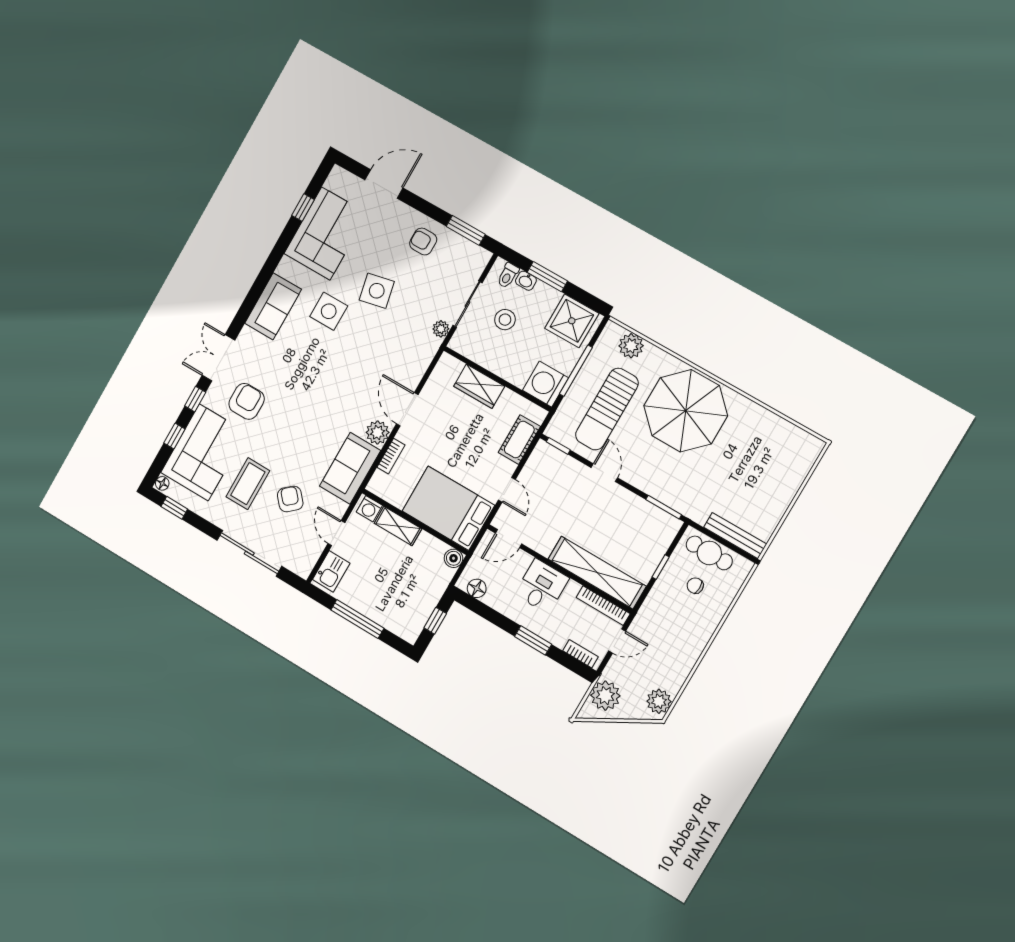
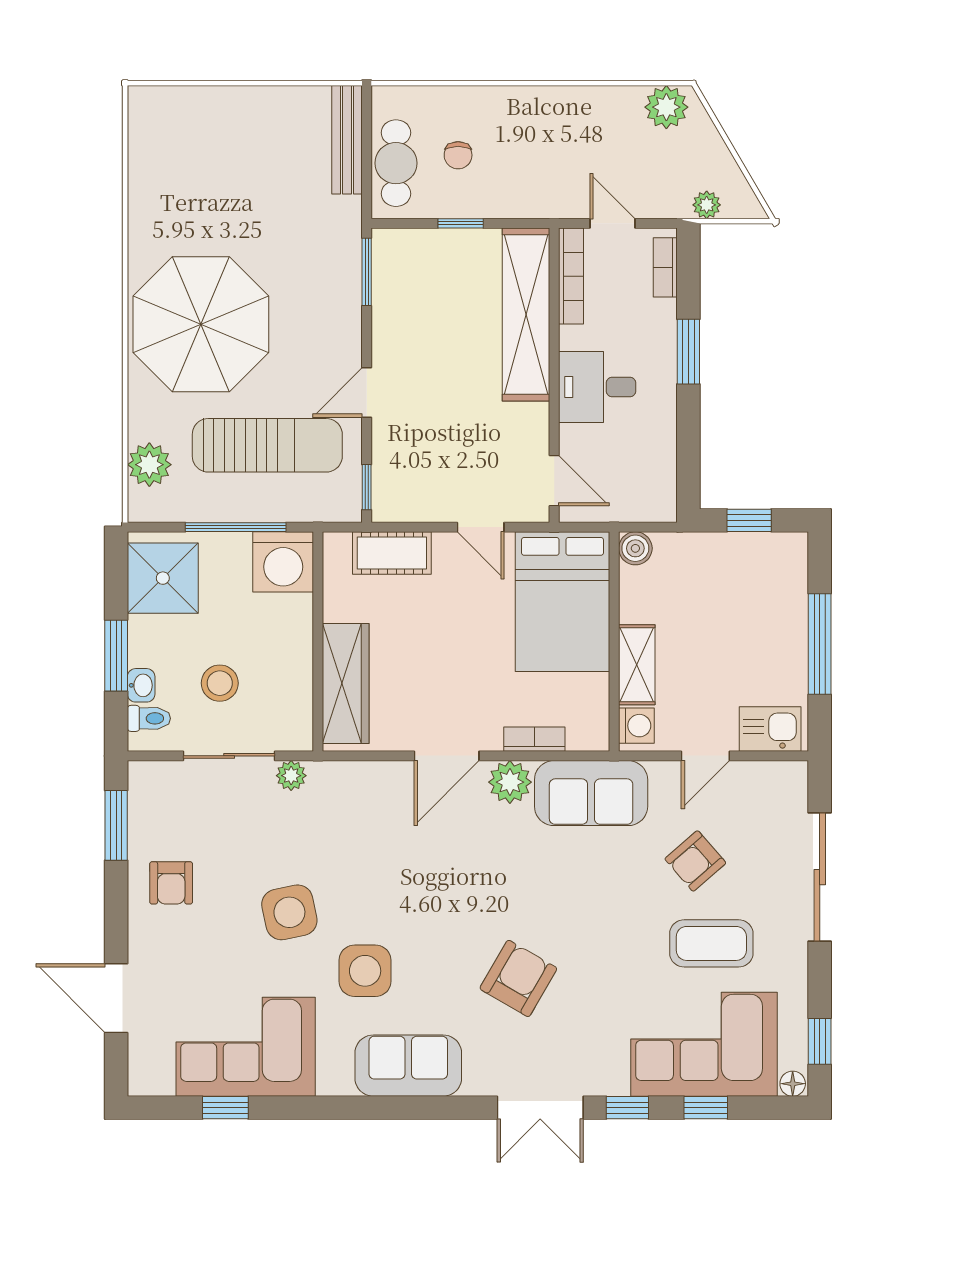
wardrobe: (479, 386) -> (346, 683), width x1.50
armchair: (247, 401) -> (518, 978), moved, turned 120
door: (507, 490) -> (481, 527), swing flipped
floor lamp: (477, 588) -> (660, 485), removed
plant: (605, 696) -> (707, 205), width x0.53, depth x0.53

